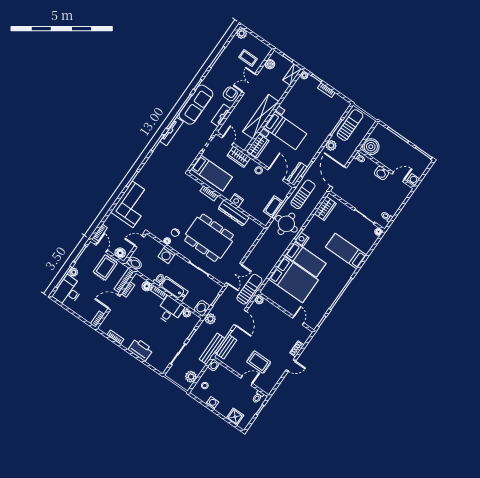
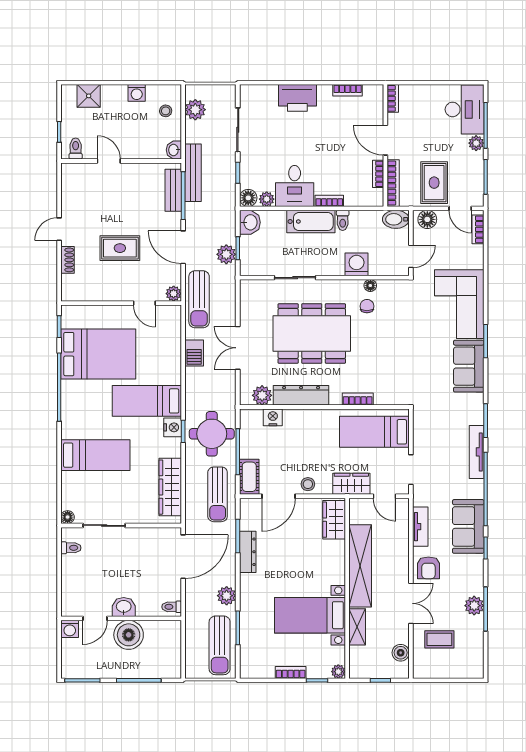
plant: (242, 33) -> (474, 606), moved
shelving: (292, 75) -> (357, 627), moved
sofa: (196, 105) -> (468, 526), width x0.73
bed with nightstands: (285, 130) -> (310, 615), moved
boiler: (371, 147) -> (129, 635), moved
sofa: (148, 173) -> (469, 366), added
door: (276, 174) -> (279, 496), hinge flipped
dresser: (297, 174) -> (248, 552), moved
door: (338, 177) -> (183, 557), hinge flipped
nightstand: (237, 200) -> (273, 417), moved
cot: (273, 207) -> (249, 477), moved
wardrobe: (325, 208) -> (170, 487), width x1.50
plant: (251, 225) -> (262, 395), added
barbecue: (269, 266) -> (194, 353), added
double door: (234, 274) -> (238, 348), moved
bed: (293, 280) -> (98, 354), moved, turned 180
floor lamp: (147, 286) -> (248, 198), moved
door: (114, 302) -> (385, 140), swing flipped
plant: (210, 319) -> (226, 254), moved
door: (298, 321) -> (144, 303), moved
rug: (259, 362) -> (120, 248), moved
door: (247, 381) -> (109, 161), swing flipped

